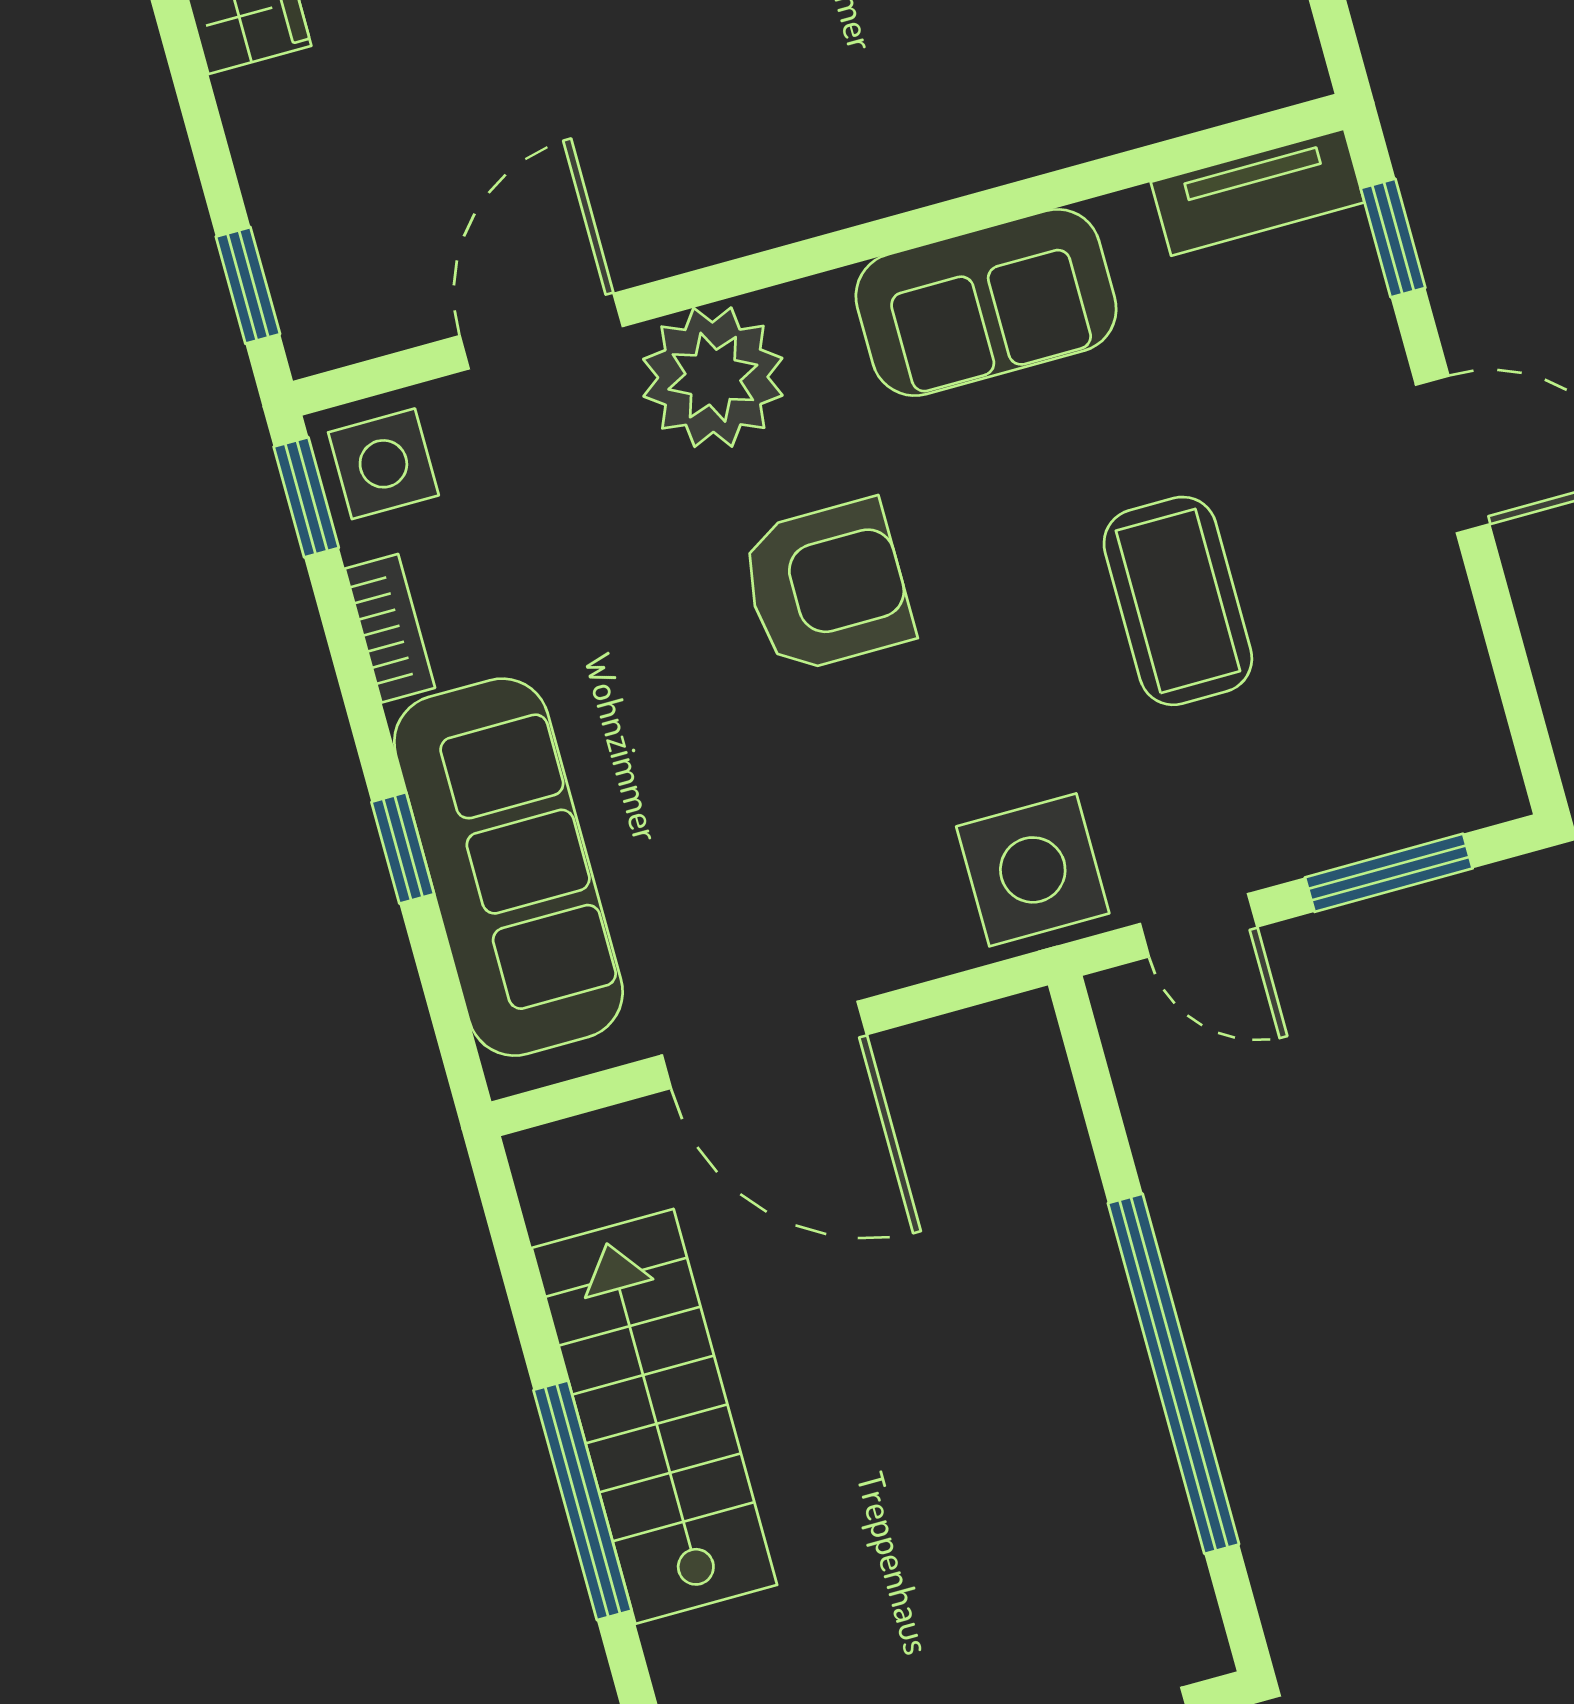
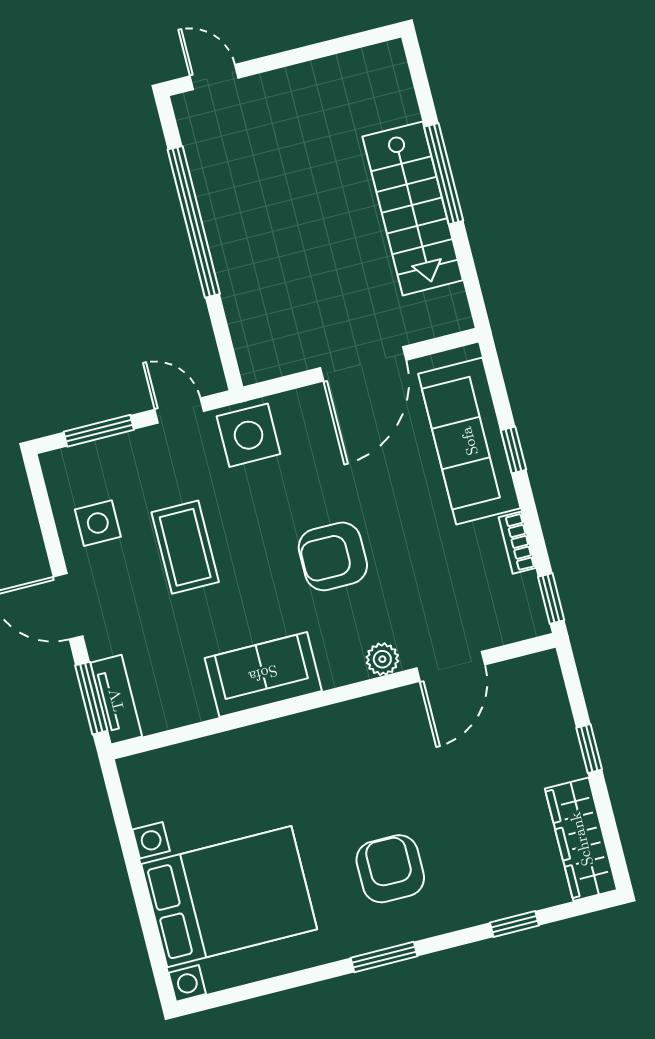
tv unit: (1258, 192) -> (116, 700), moved, turned 90
window: (1393, 238) -> (91, 698), width x1.50
window: (248, 285) -> (589, 749), moved
plant: (713, 377) -> (382, 659), width x0.53, depth x0.53
side table: (383, 464) -> (98, 523), moved
door: (764, 1045) -> (363, 364), swing flipped

